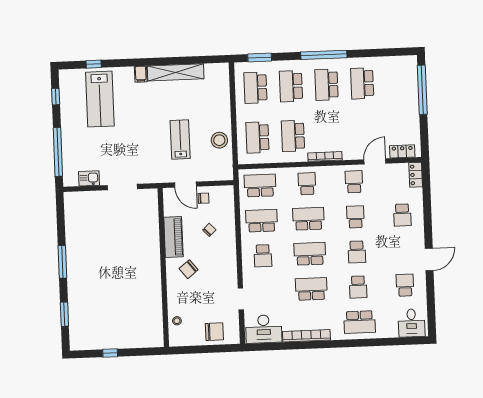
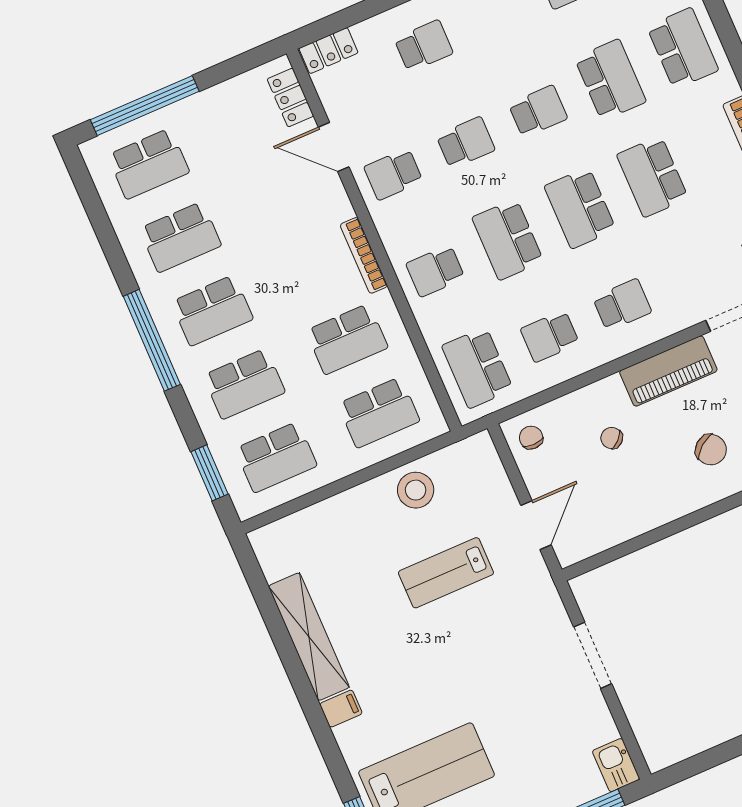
school desk: (398, 82) -> (148, 164), added
kitchen sink: (89, 178) -> (616, 765), moved
chair: (204, 198) -> (531, 438), moved
school desk: (355, 217) -> (466, 143), turned 180
school desk: (262, 221) -> (550, 336), width x0.54
piano: (173, 237) -> (668, 371), moved, turned 180
school desk: (358, 287) -> (610, 80), width x1.85

